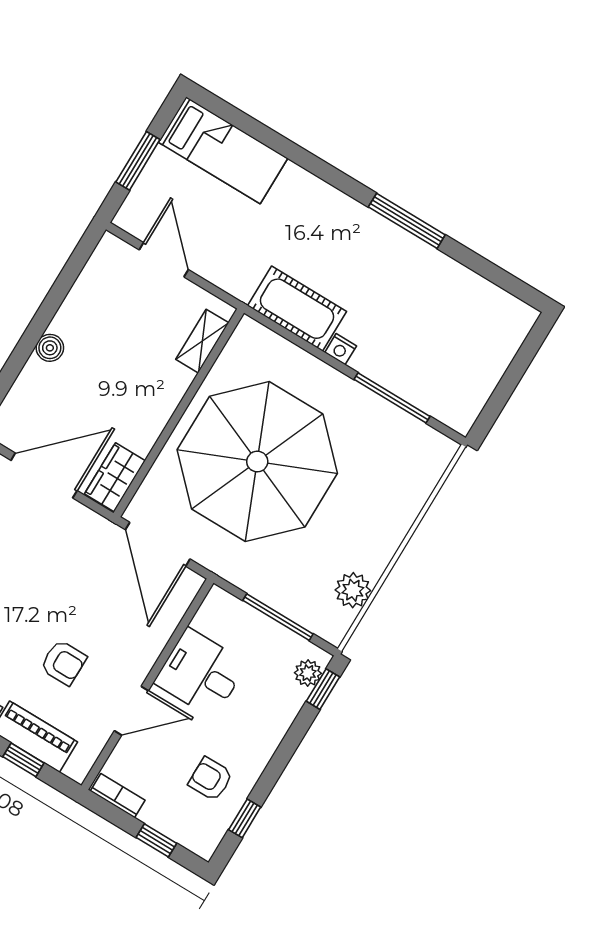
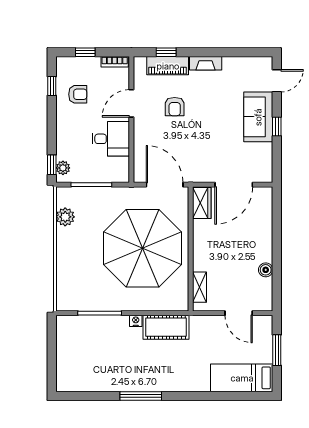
boiler: (50, 348) -> (266, 270), moved
armchair: (63, 662) -> (175, 107), turned -90

